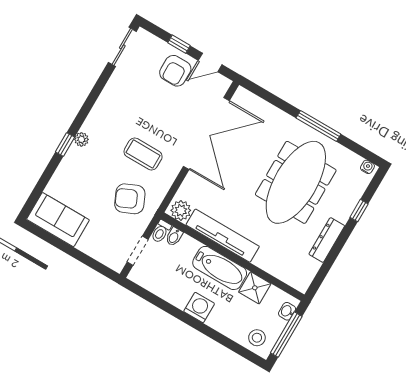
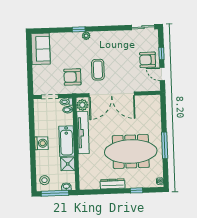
double door: (206, 134) -> (112, 94), moved
armchair: (130, 199) -> (72, 77), turned -66

